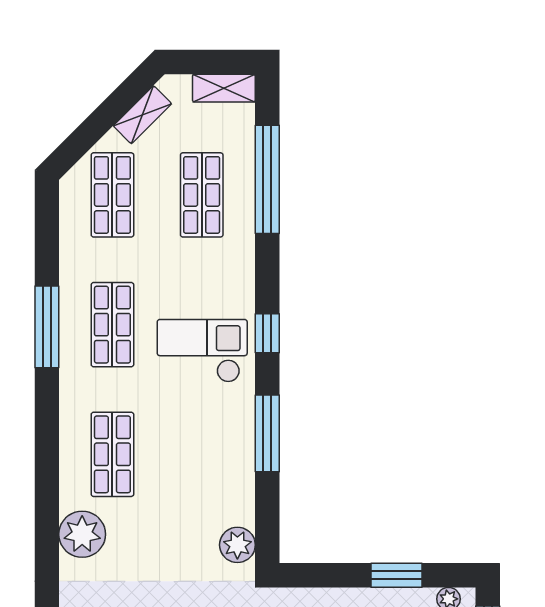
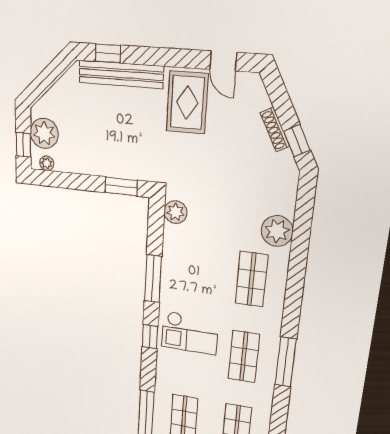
window: (396, 575) -> (121, 186), moved

